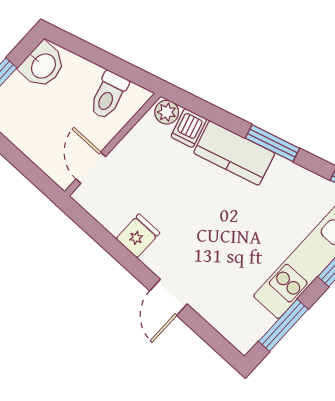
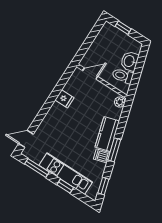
washbasin: (43, 65) -> (129, 61), moved, turned 74
dishwasher: (189, 128) -> (102, 156), moved
door: (169, 297) -> (26, 139), moved

